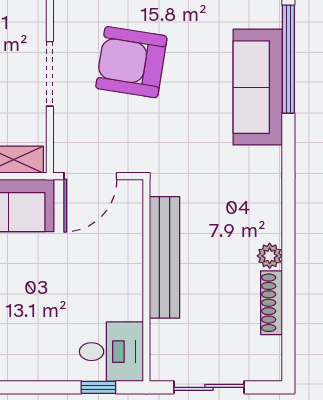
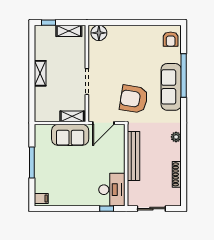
armchair: (131, 62) -> (134, 99), moved
plant: (270, 256) -> (176, 137), moved
desk: (111, 352) -> (112, 190), width x1.37

